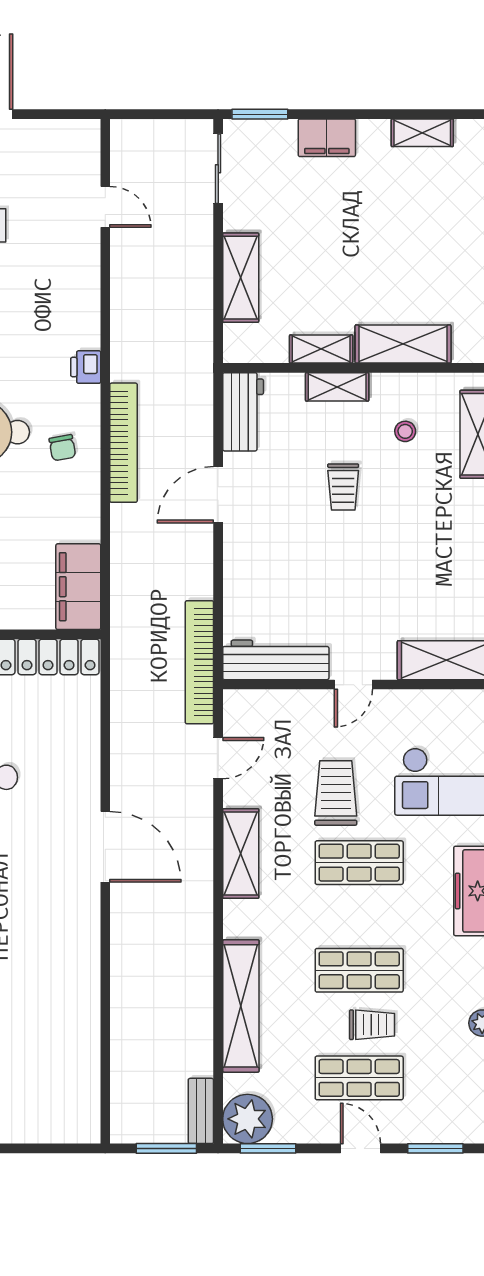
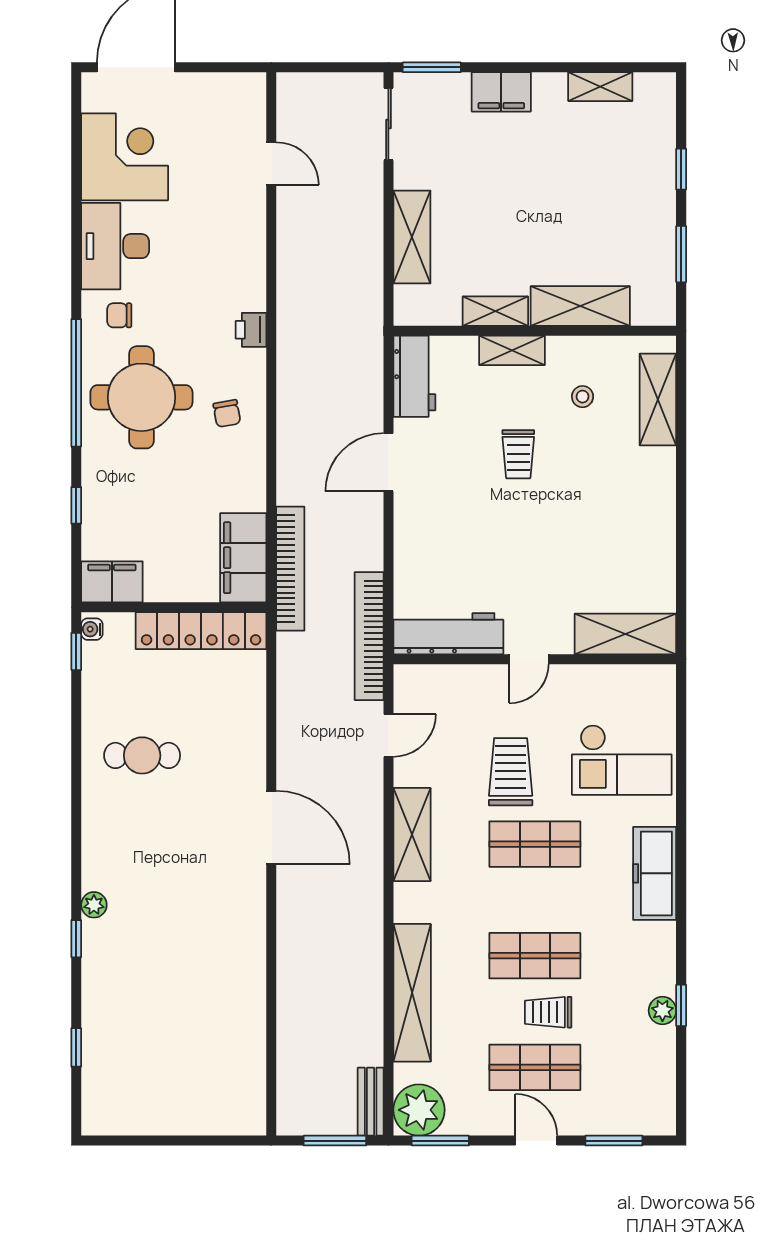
bookcase: (124, 443) -> (290, 569), moved
trolley: (372, 1025) -> (548, 1012), turned 180

